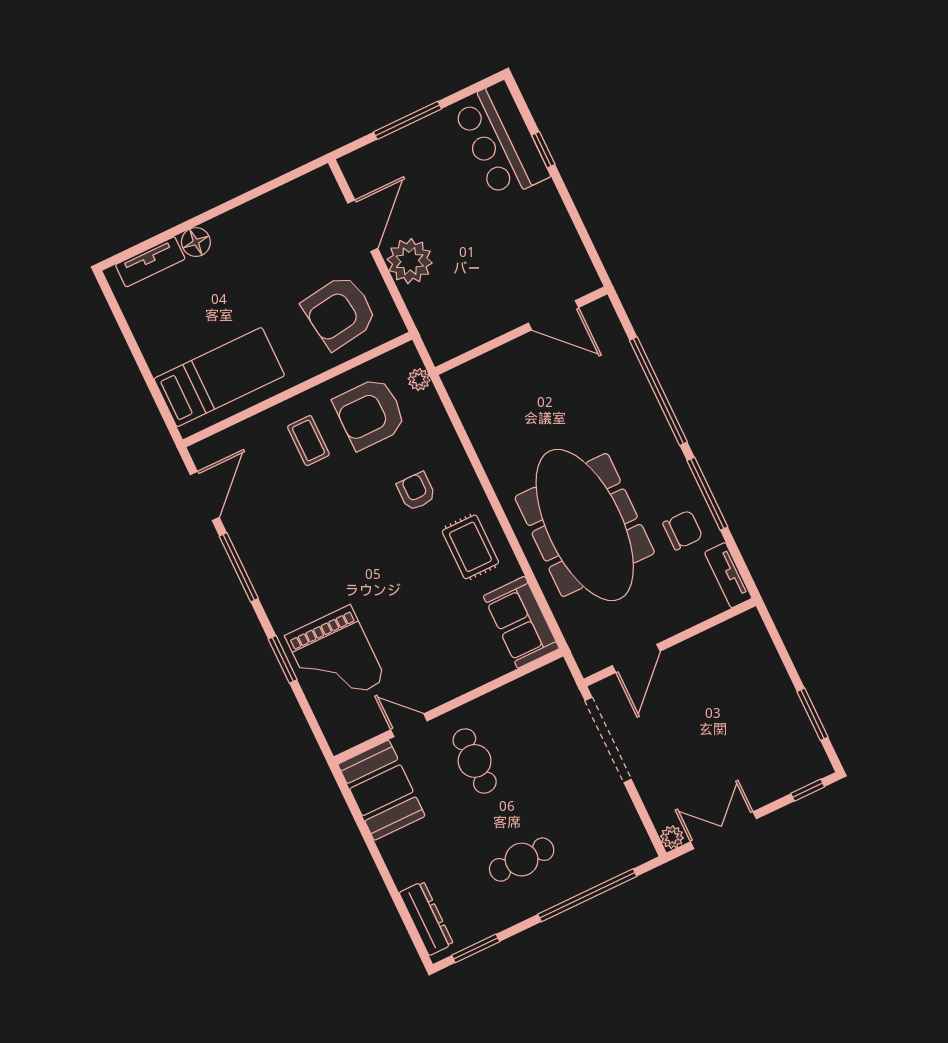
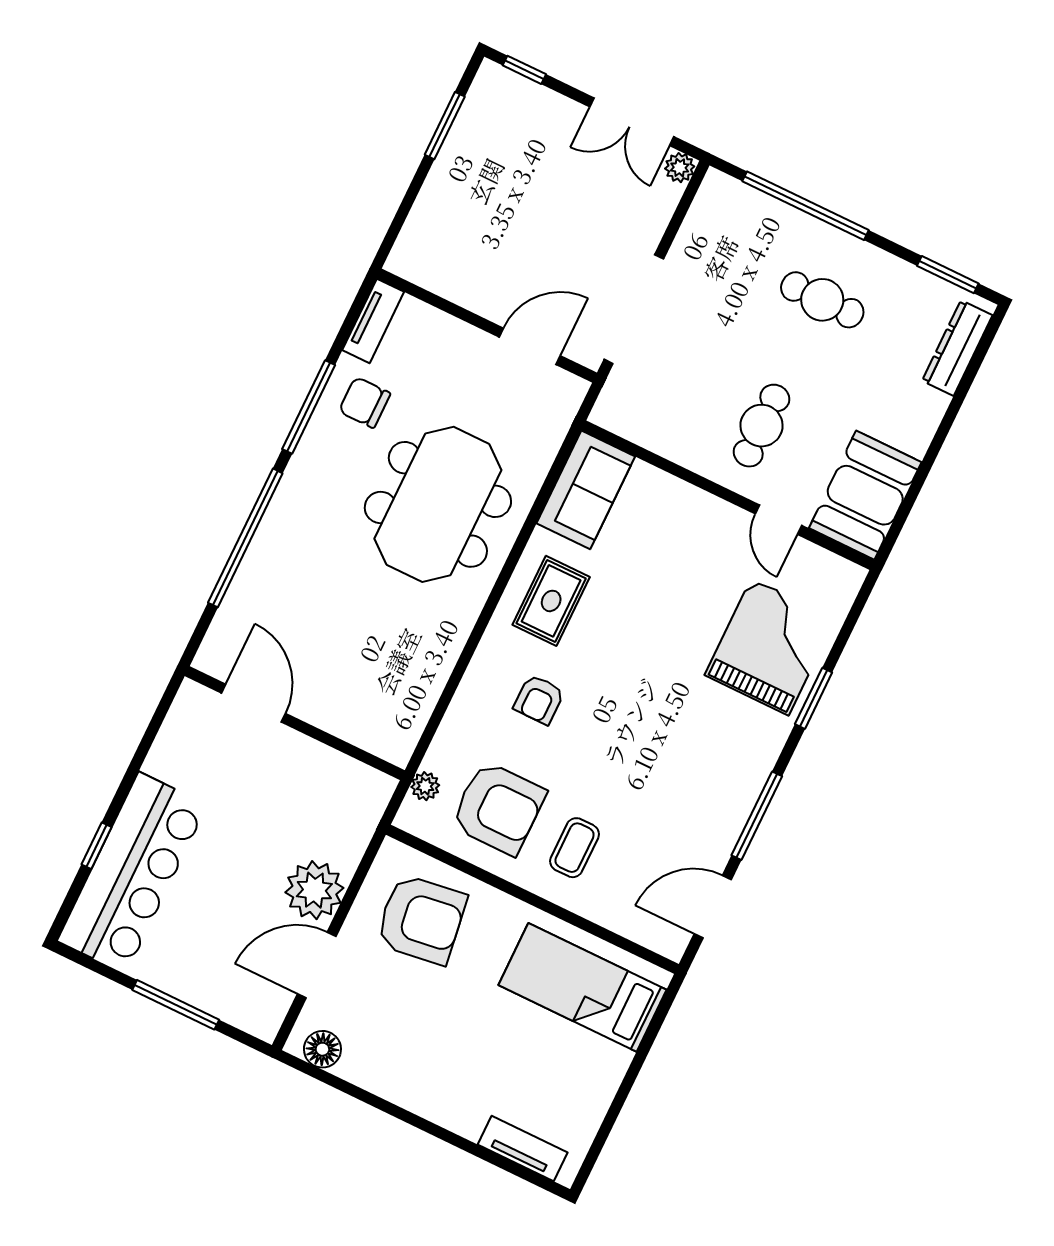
bar counter: (501, 141) -> (132, 873), width x1.36
floor lamp: (196, 242) -> (322, 1049), moved
meeting table: (585, 525) -> (438, 504), width x0.73

